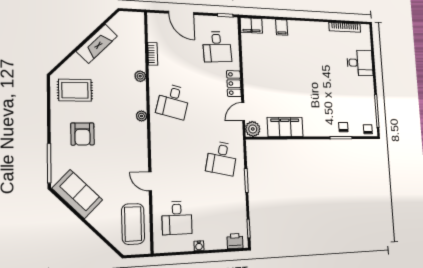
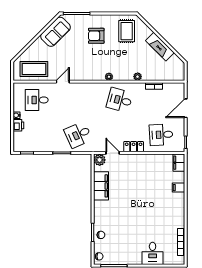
desk: (222, 158) -> (78, 135), turned -36
printer: (235, 241) -> (18, 125), moved

